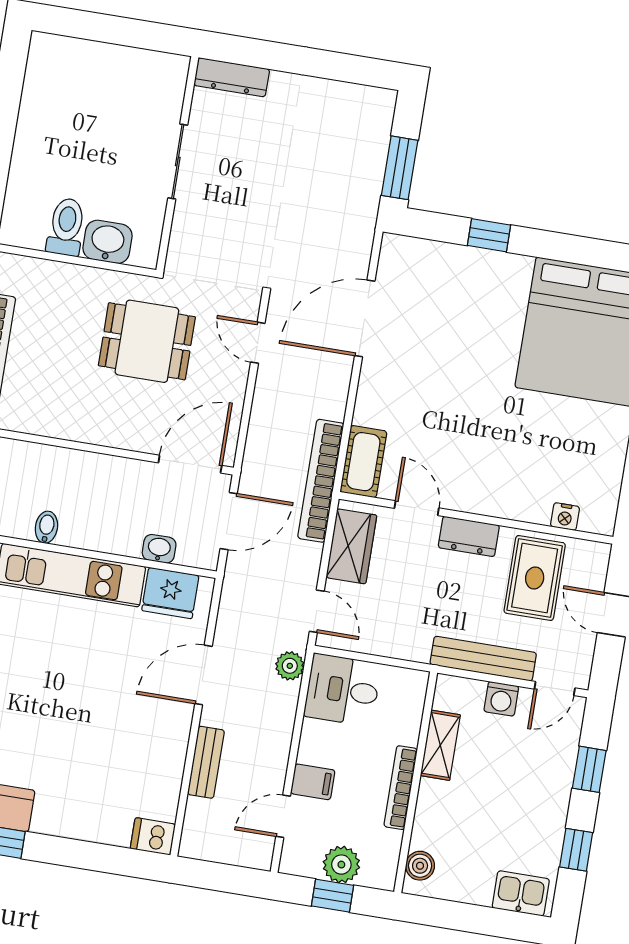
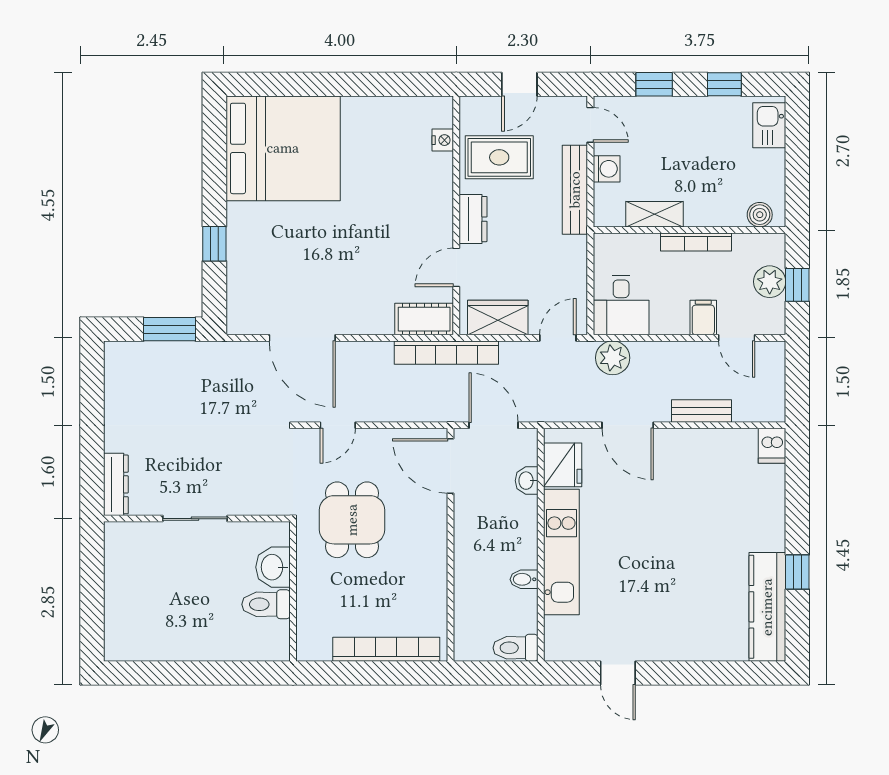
plant: (290, 666) -> (613, 358), width x1.38, depth x1.38

